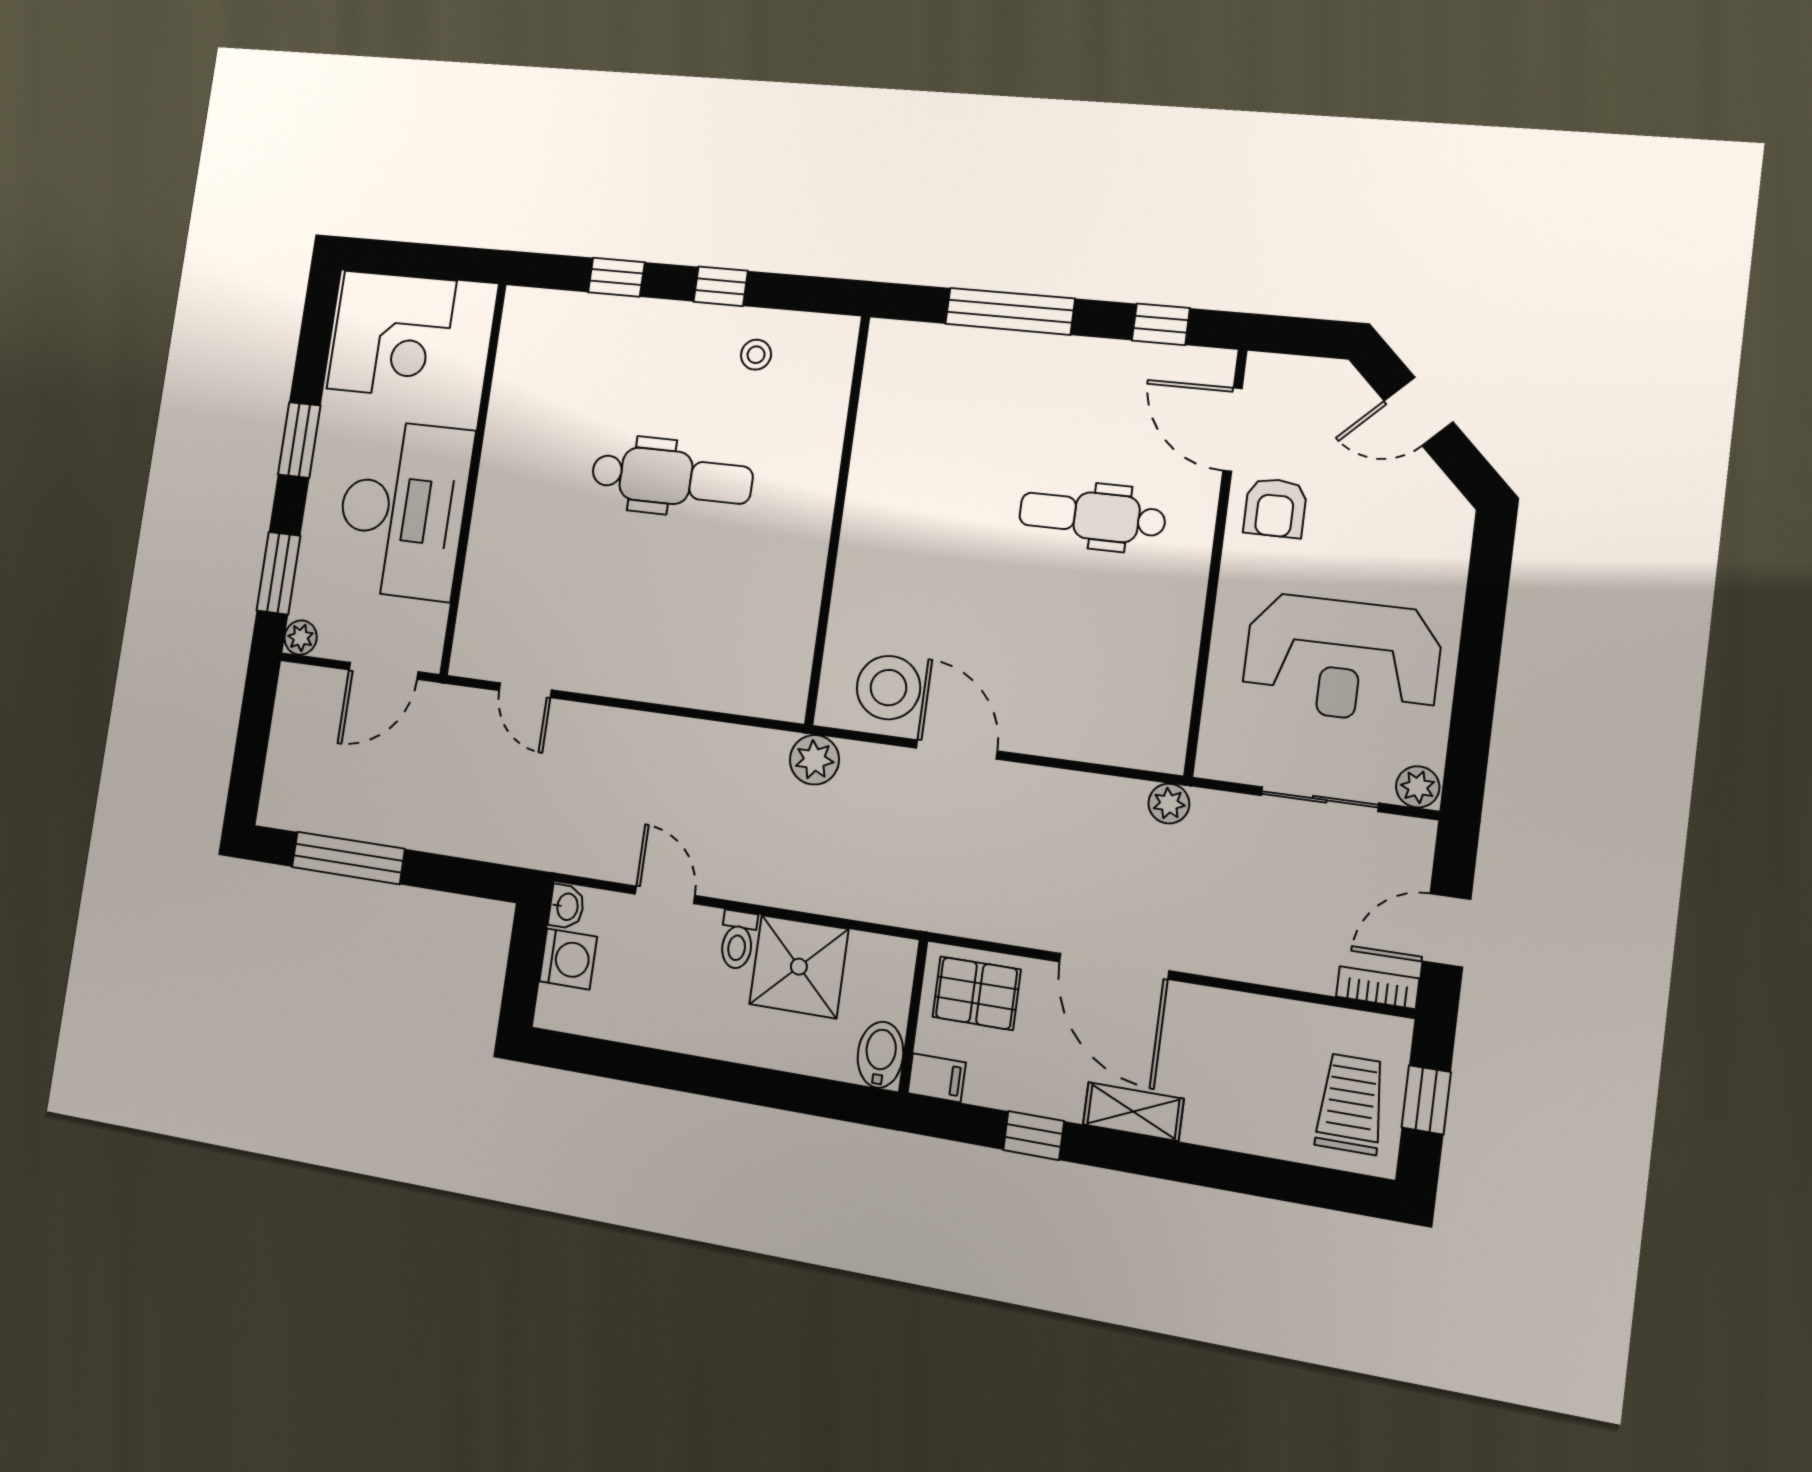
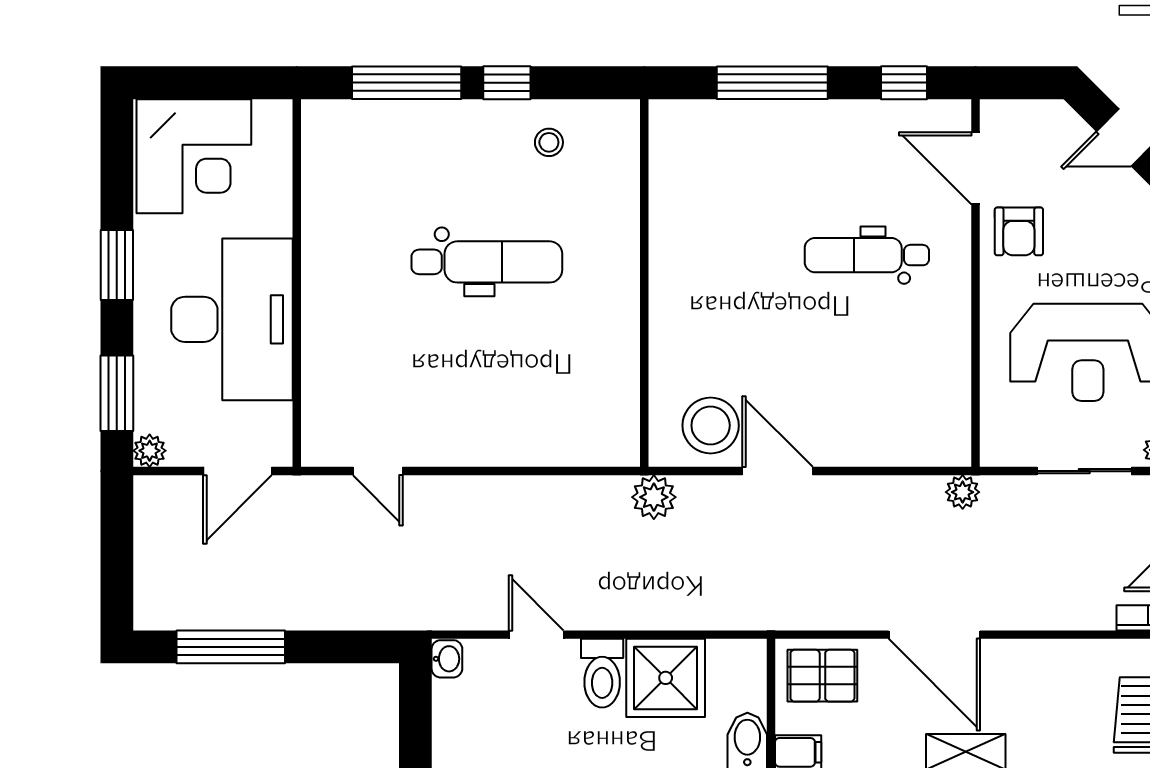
window: (616, 277) -> (407, 83), width x2.17
toilet: (738, 940) -> (602, 673), width x1.37, depth x1.39
washing machine: (568, 959) -> (456, 705), removed

